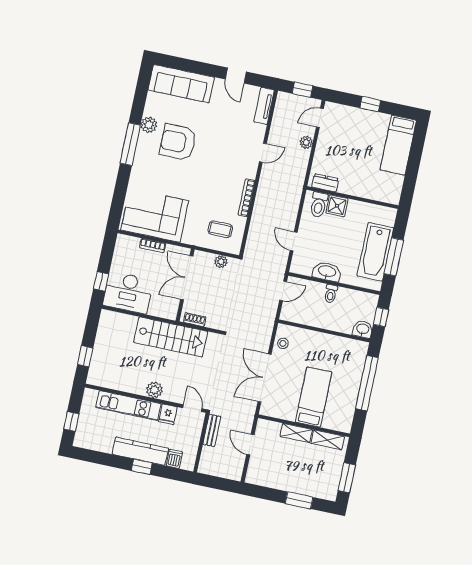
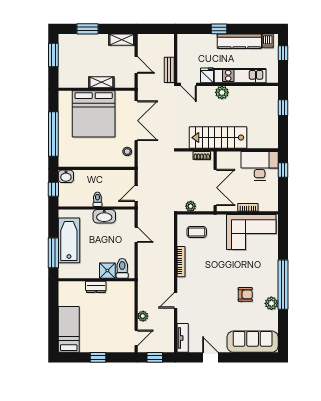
armchair: (178, 142) -> (245, 294), width x0.53, depth x0.53
window: (130, 144) -> (283, 285), width x1.46
dresser: (325, 183) -> (96, 287), moved
window: (394, 257) -> (53, 253), moved
bed: (314, 397) -> (94, 114), width x2.04
shelving: (328, 440) -> (122, 40), moved
kitchen counter: (140, 451) -> (239, 41), moved
dishwasher: (174, 459) -> (268, 41), moved

